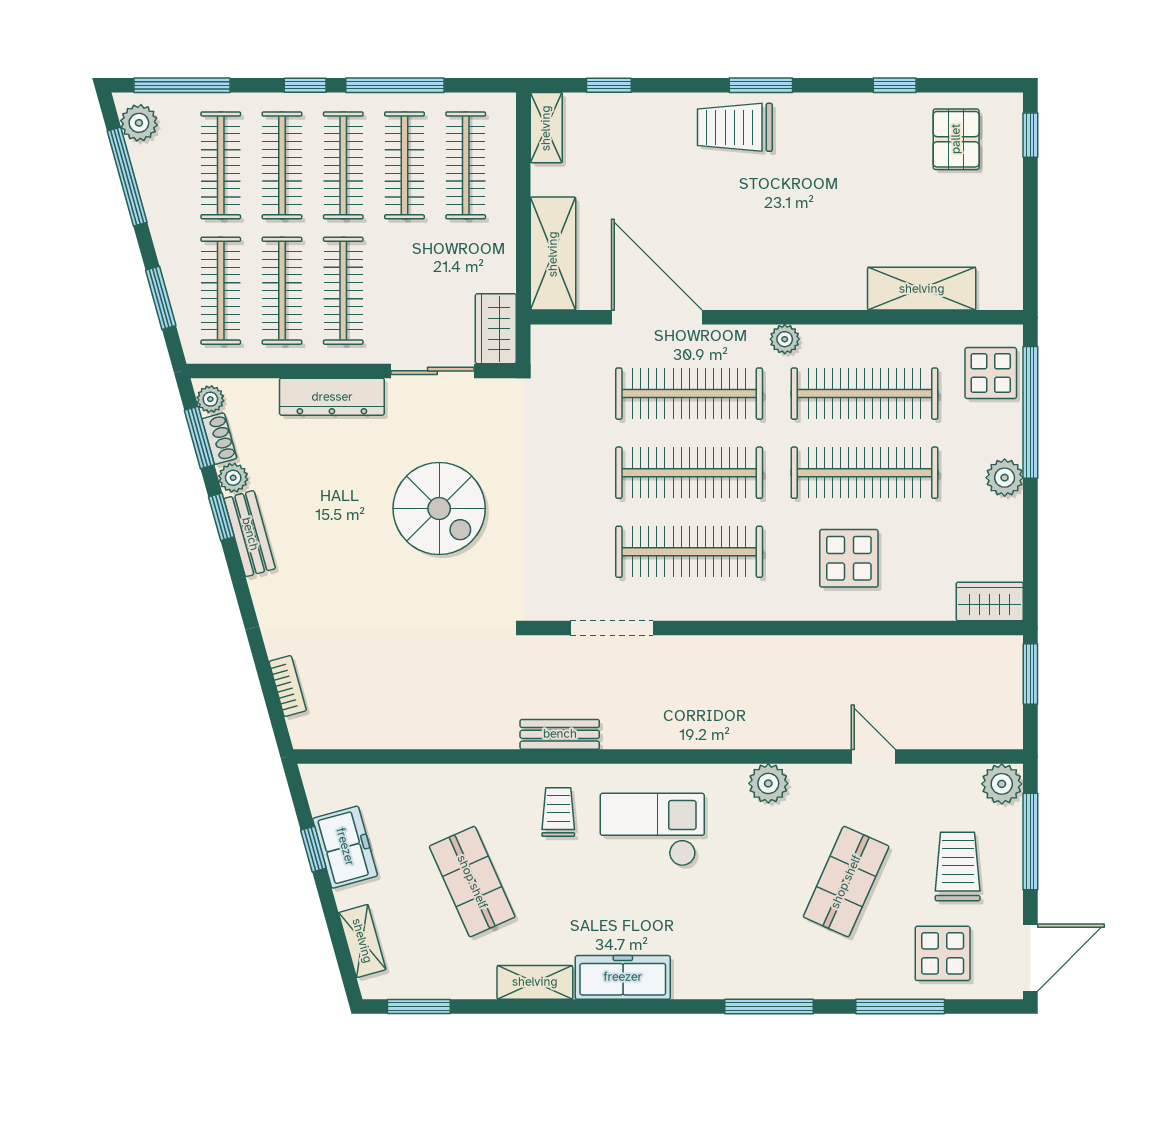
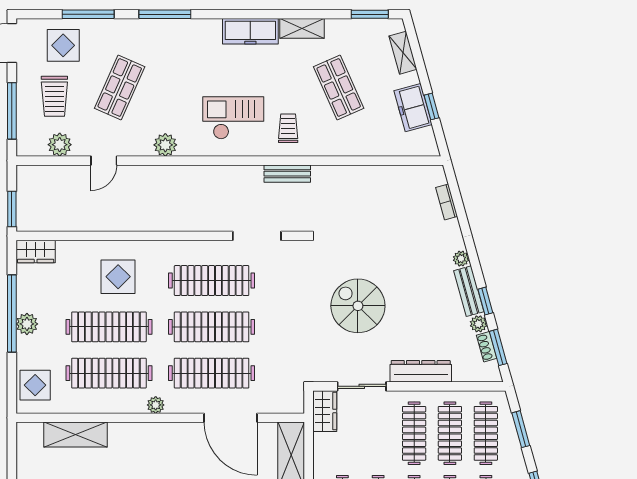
plant: (210, 399) -> (461, 259), moved
window: (1030, 412) -> (12, 313), moved
door: (873, 757) -> (104, 161), hinge flipped
plant: (1002, 784) -> (60, 145), moved
trolley: (558, 812) -> (288, 128), turned 180
checkout: (652, 830) -> (233, 118), turned 180

